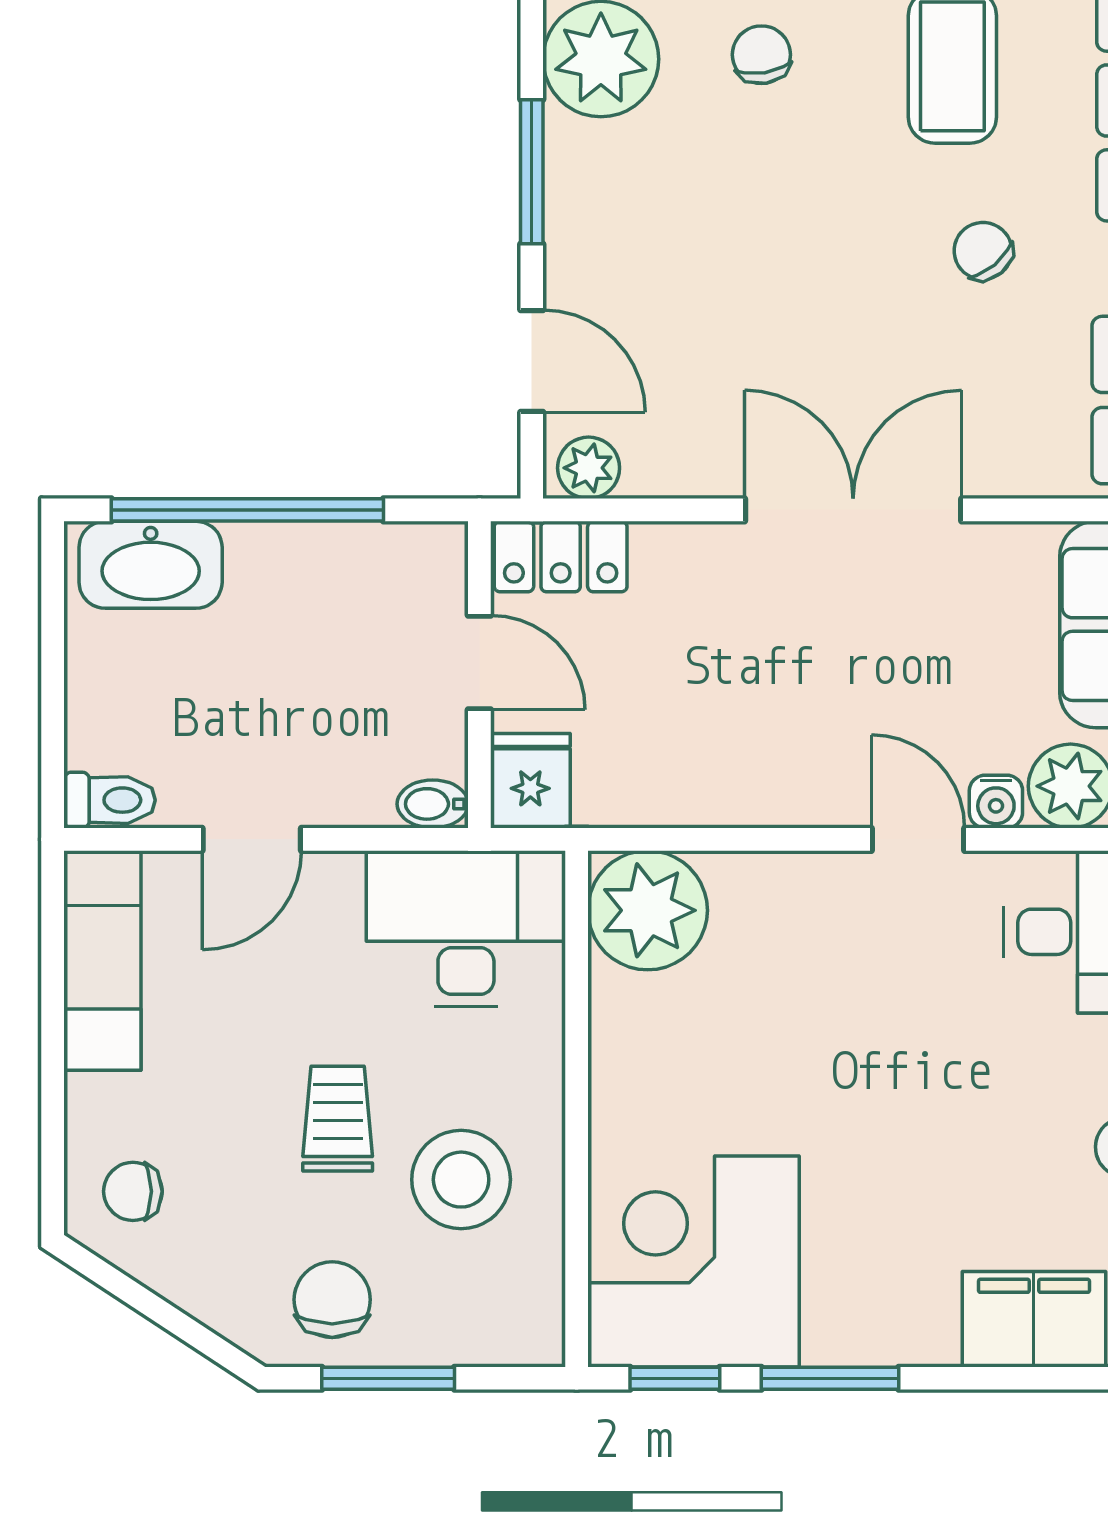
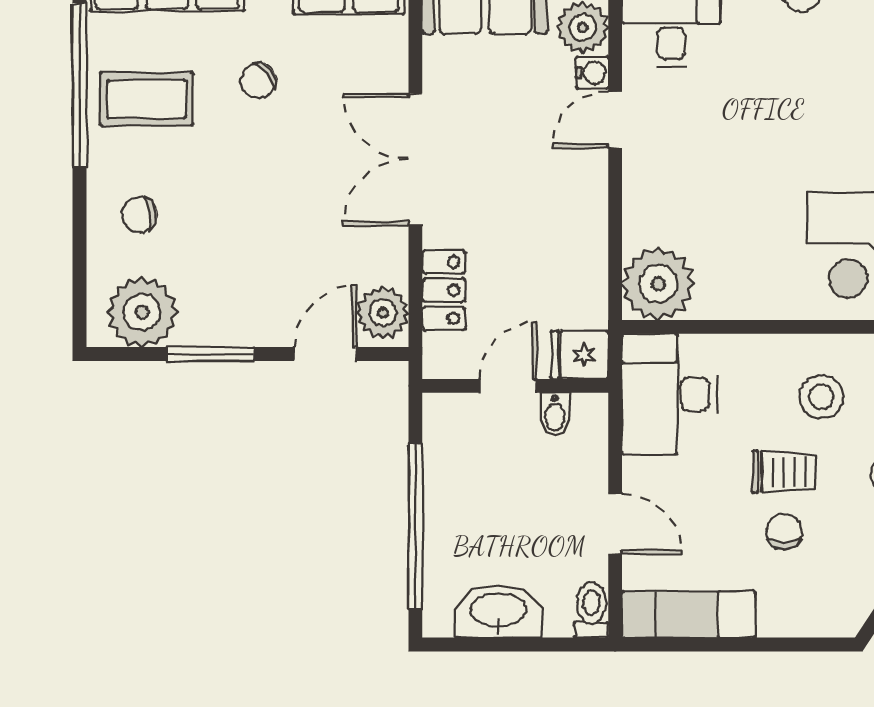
plant: (589, 468) -> (383, 313), width x1.38, depth x1.38
locker: (561, 557) -> (444, 290), moved
washbasin: (151, 565) -> (498, 611), moved, turned -90
bidet: (433, 804) -> (555, 414), moved
trolley: (338, 1119) -> (785, 472), turned 180
stool: (461, 1180) -> (821, 397), width x0.73, depth x0.73
chair: (133, 1191) -> (784, 532), moved, turned 180

